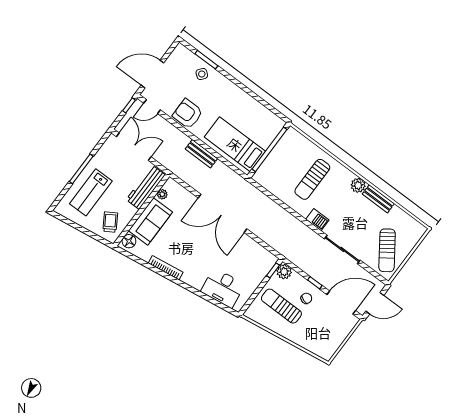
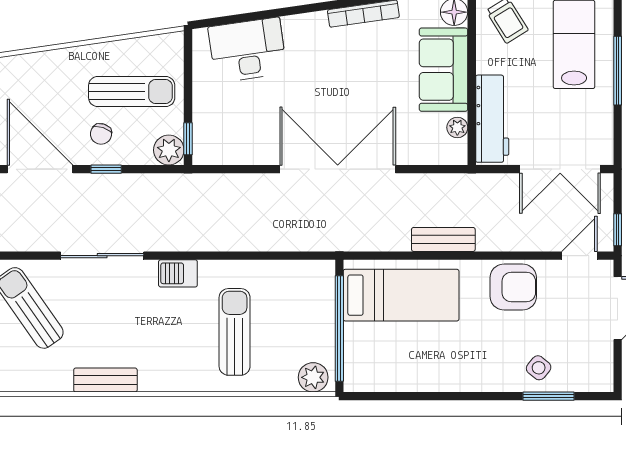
plant: (358, 185) -> (313, 377), moved
door: (341, 303) -> (40, 169), swing flipped

